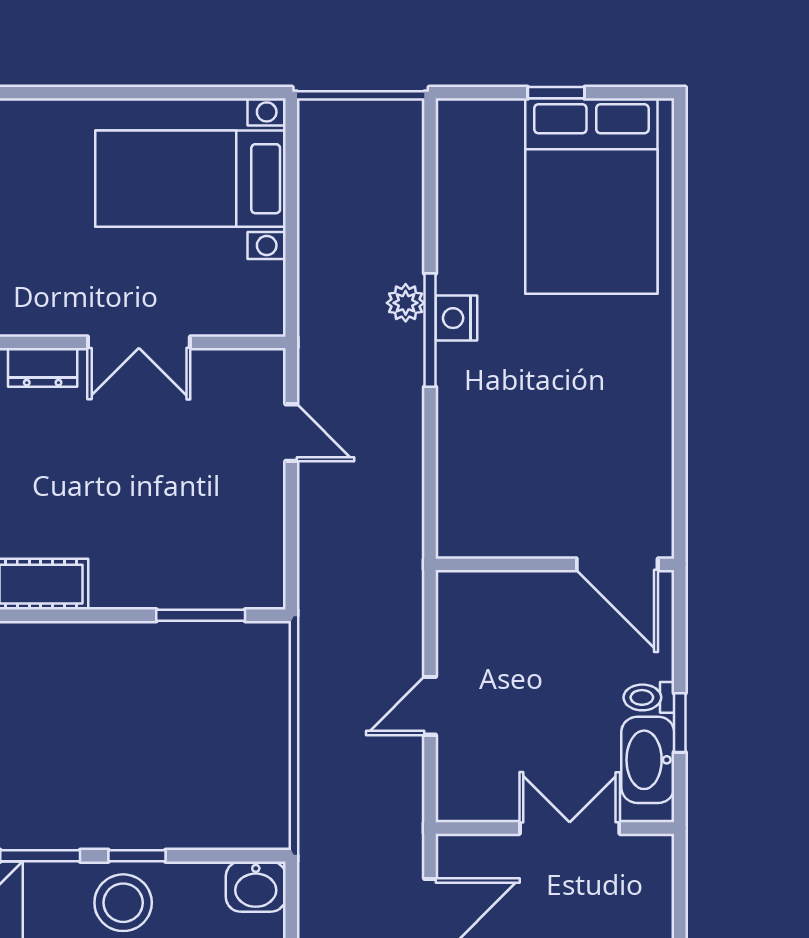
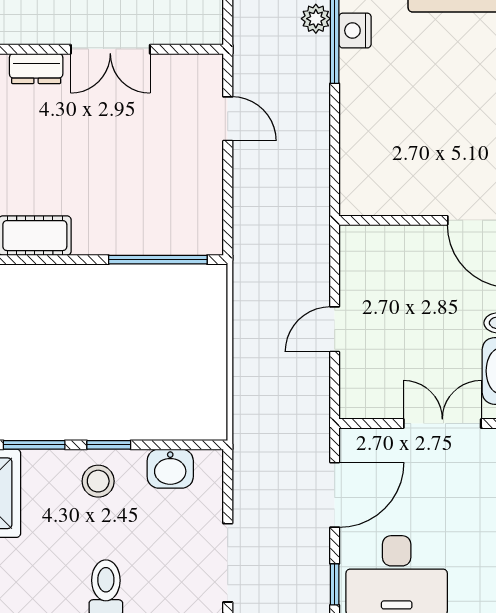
window: (201, 615) -> (158, 260), width x1.44
washbasin: (256, 887) -> (170, 469), moved
stool: (123, 903) -> (98, 481), width x0.73, depth x0.73

